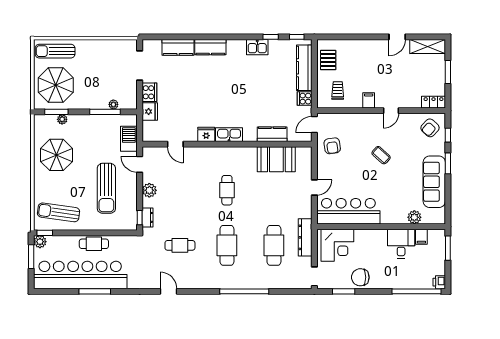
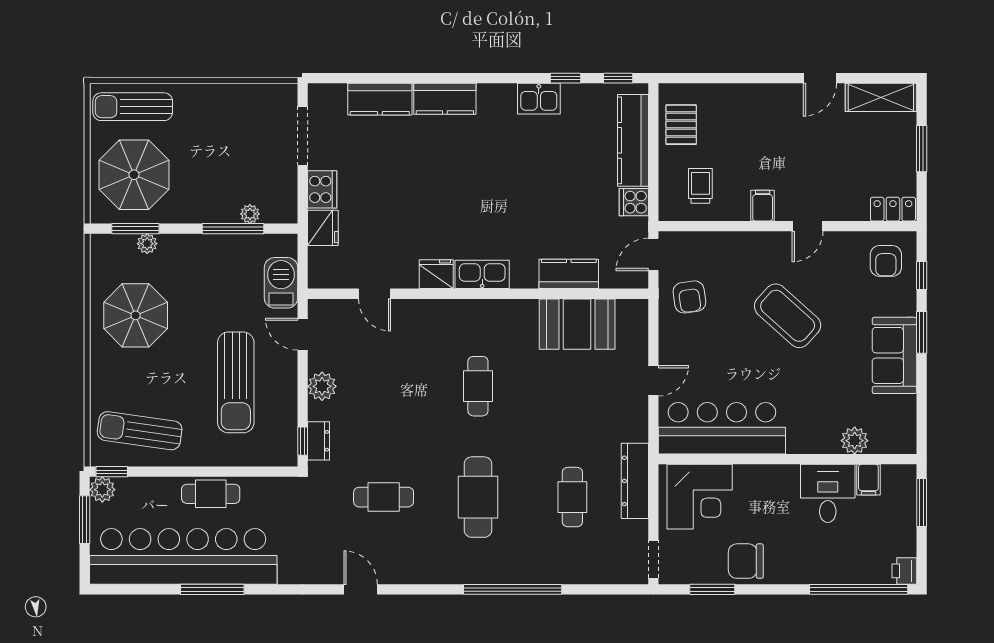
armchair: (430, 128) -> (886, 261), turned -43
coffee table: (381, 155) -> (788, 316), width x1.86, depth x1.72
sofa: (434, 182) -> (894, 355), width x0.73
cafe table: (274, 245) -> (572, 497), width x0.73, depth x0.74

